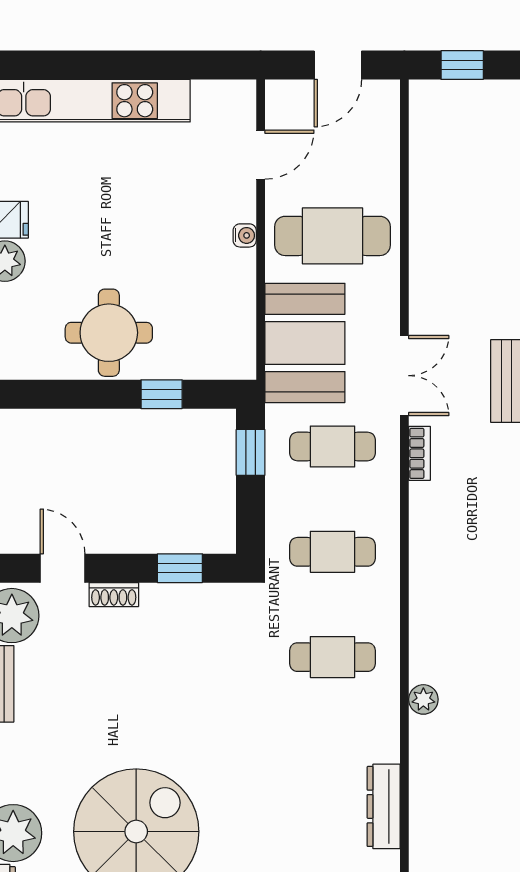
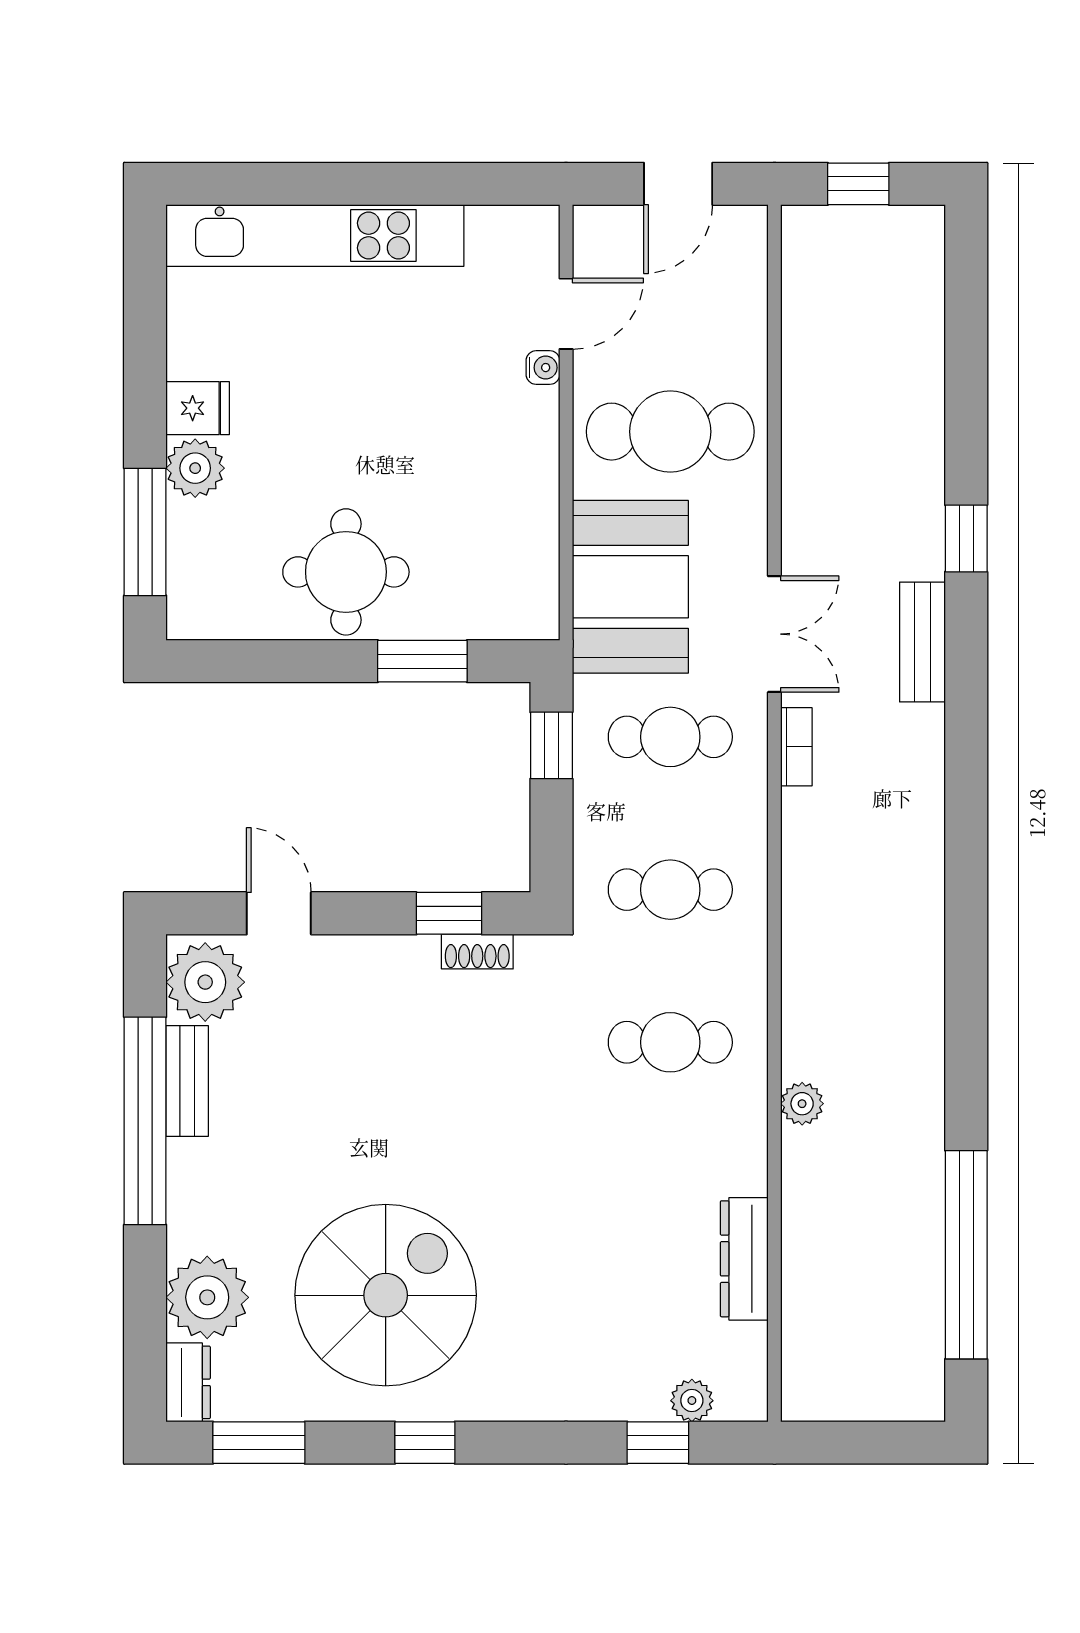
water cooler: (245, 235) -> (543, 368), moved
window: (162, 394) -> (422, 661), width x1.50
shoe rack: (114, 595) -> (477, 952), moved

